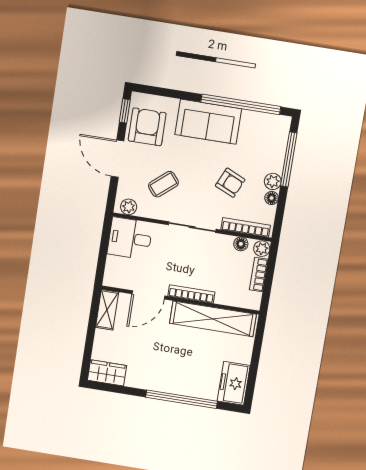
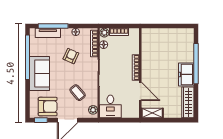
armchair: (147, 127) -> (48, 107), turned 180
tv unit: (278, 148) -> (48, 33), added
plant: (273, 181) -> (67, 33), removed
shelving: (213, 319) -> (148, 53), removed
wardrobe: (107, 373) -> (188, 102), width x1.50
freezer: (234, 383) -> (186, 74), moved, turned 90

